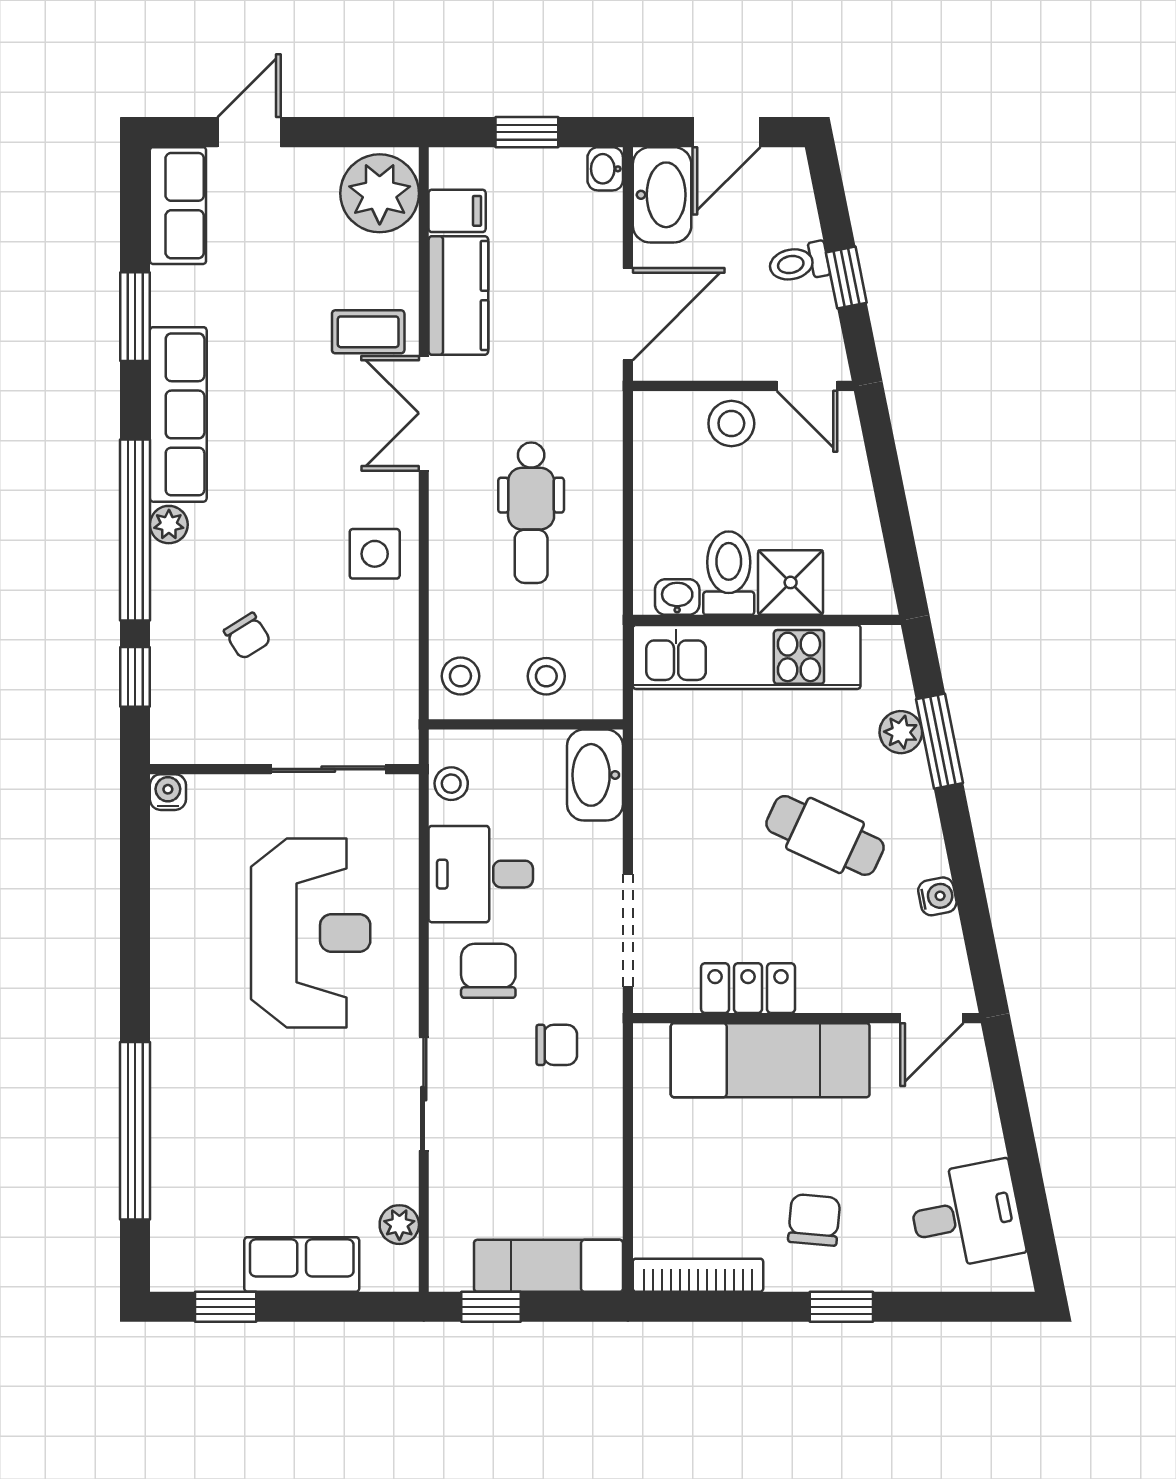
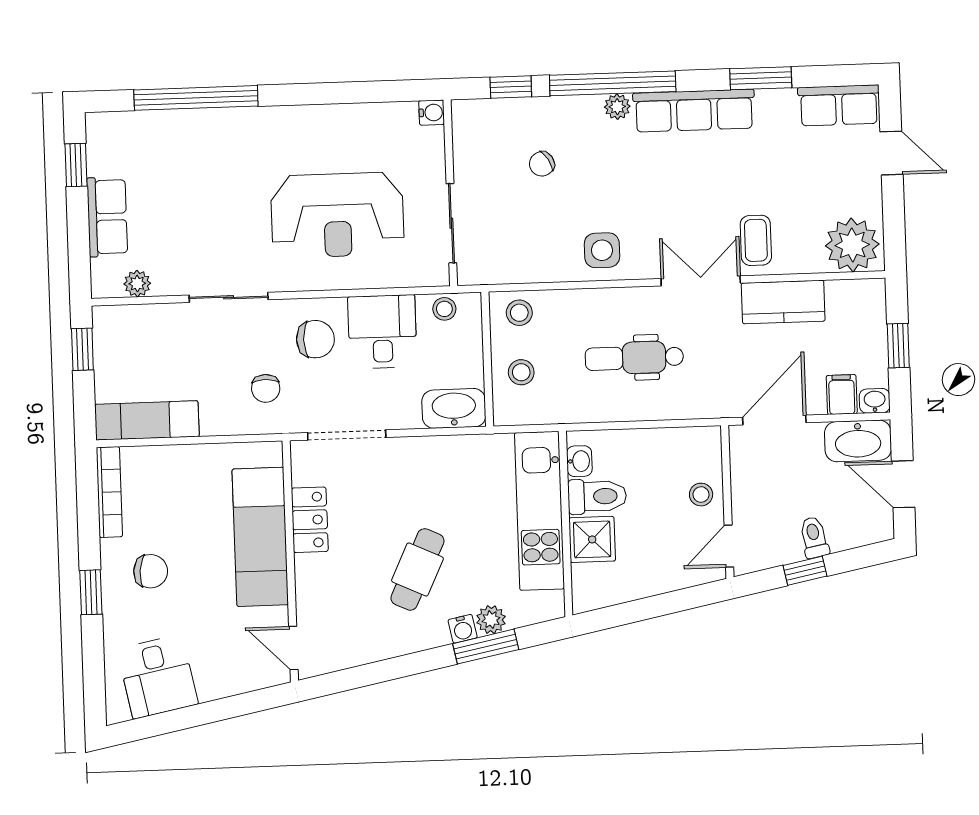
filing cabinet: (457, 211) -> (842, 395), moved, turned 180
door: (628, 314) -> (774, 420), swing flipped
stool: (731, 423) -> (701, 495), width x0.73, depth x0.73
water cooler: (937, 896) -> (463, 629), moved
exam couch: (548, 1266) -> (147, 420), moved, turned -90

